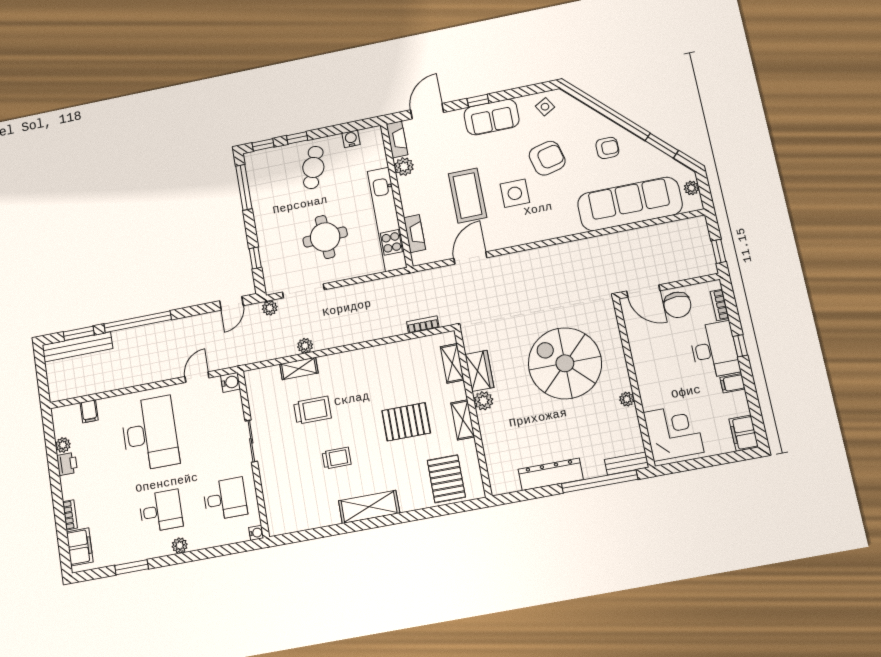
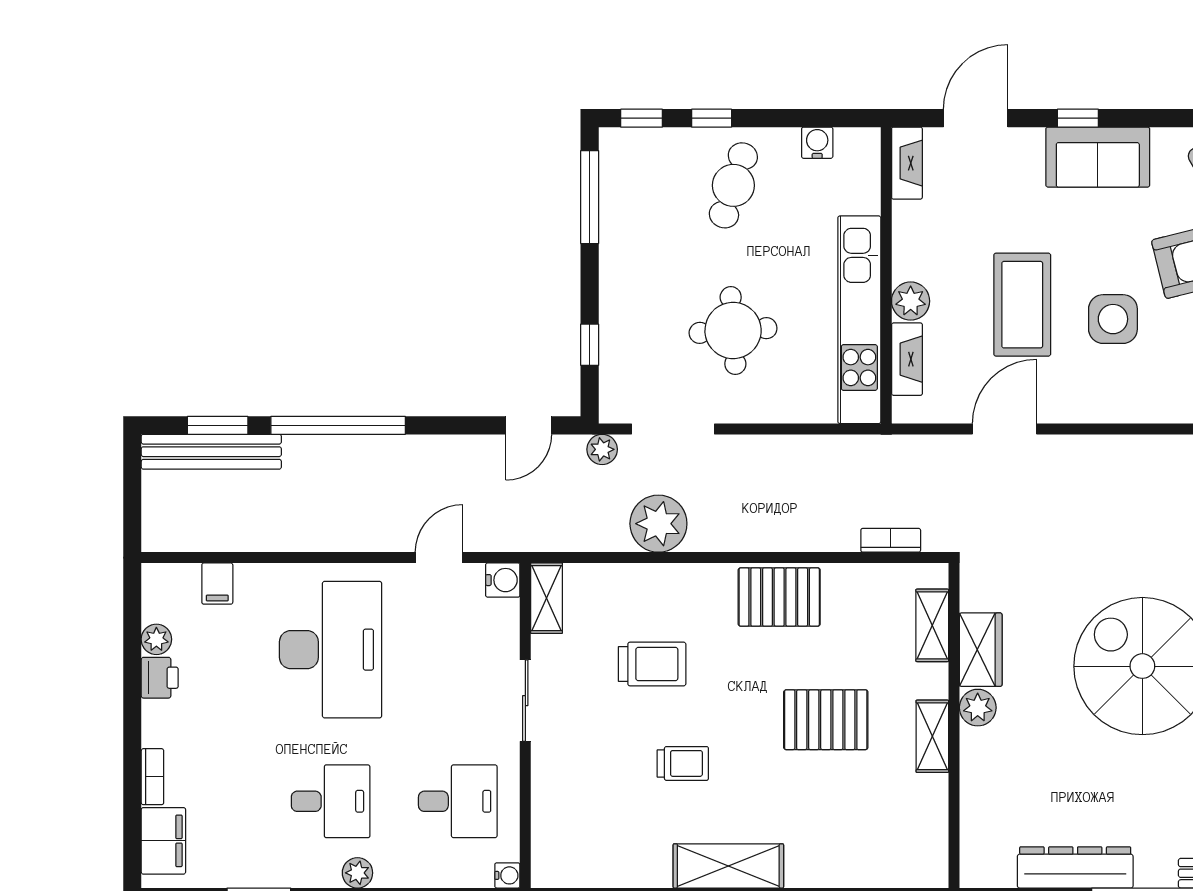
plant: (404, 167) -> (911, 301), moved
plant: (305, 346) -> (658, 524), width x1.87, depth x1.87
shelving: (299, 368) -> (547, 598), moved, turned 90
pallet: (446, 479) -> (779, 597), moved, turned 90

